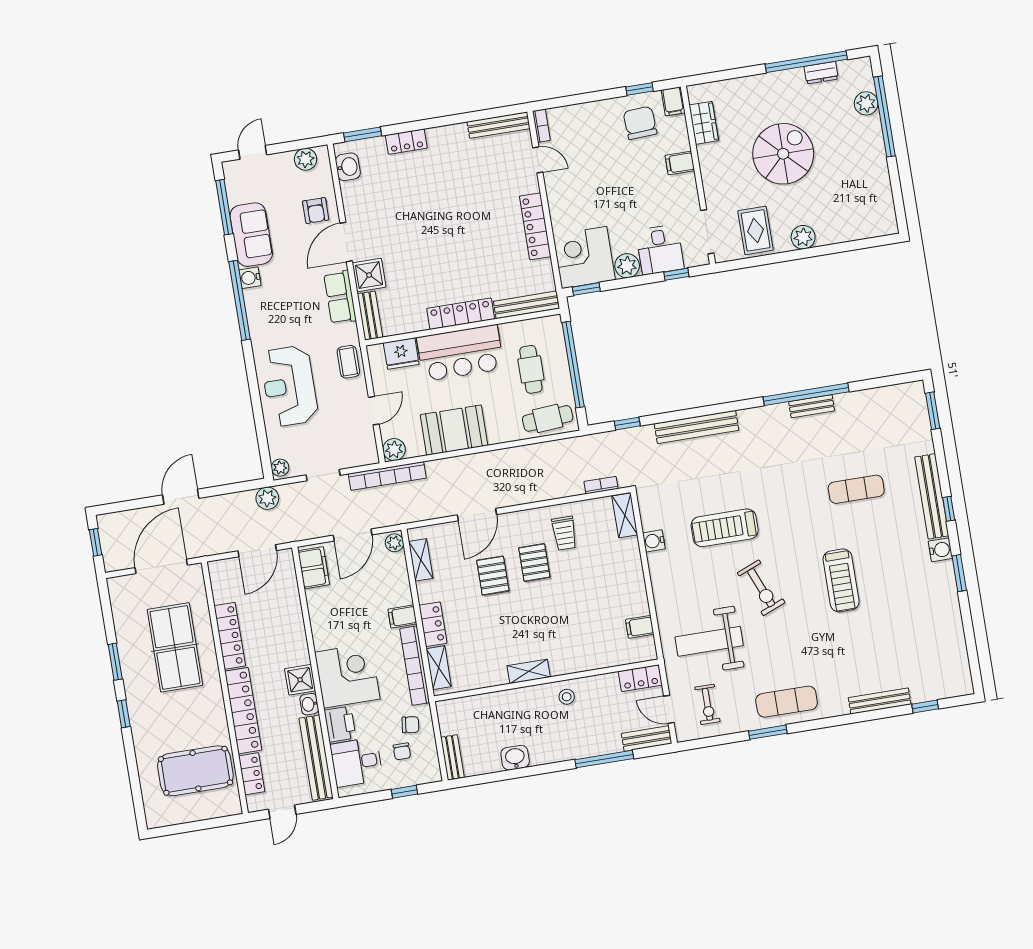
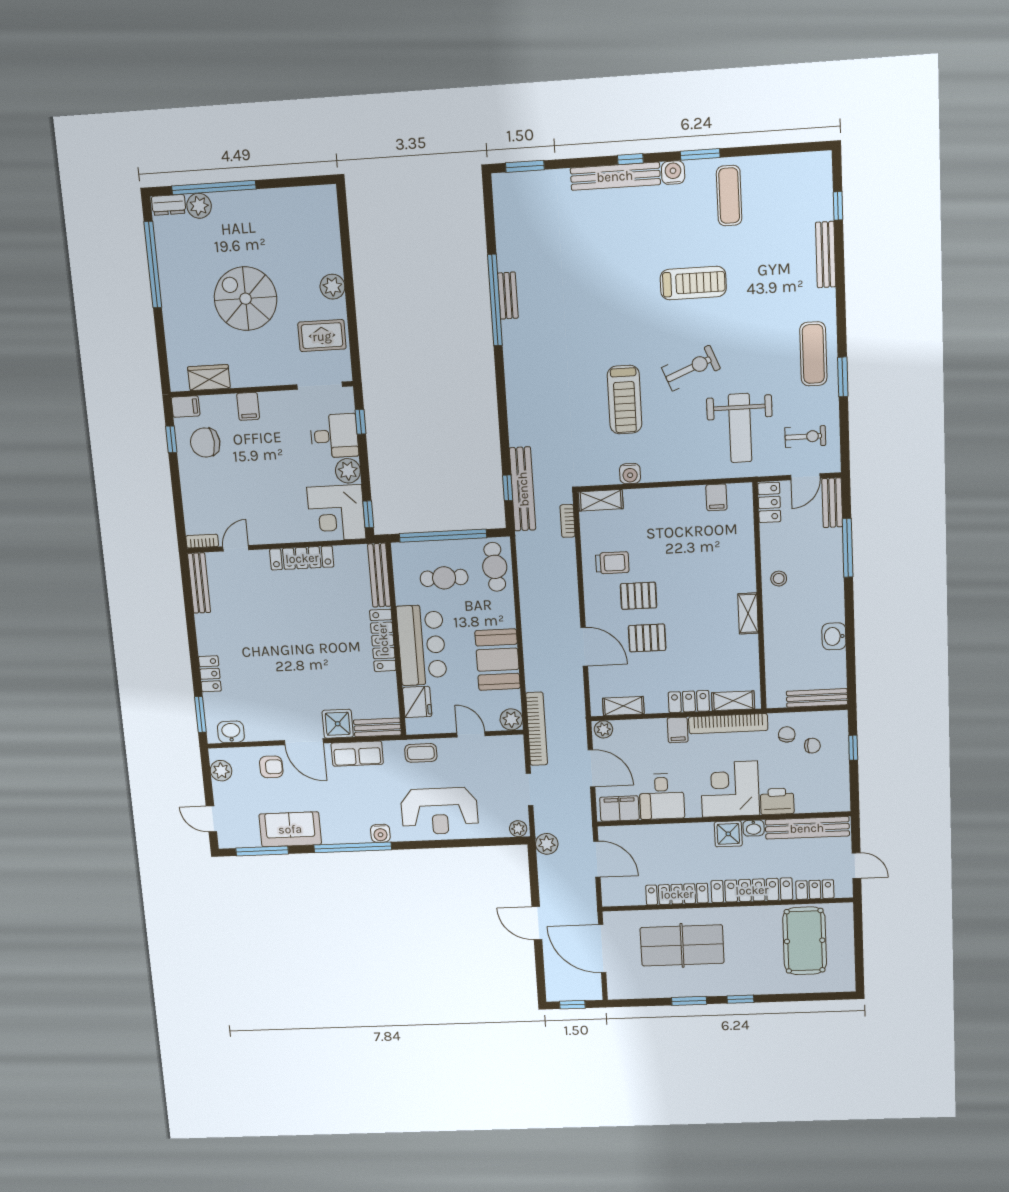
dresser: (821, 73) -> (169, 205), moved, turned 90
water cooler: (250, 278) -> (380, 833), moved
bench: (696, 427) -> (523, 489), moved
exercise mat: (856, 489) -> (729, 196), moved
bench: (452, 757) -> (817, 698), width x1.36
desk: (357, 762) -> (662, 797), moved

